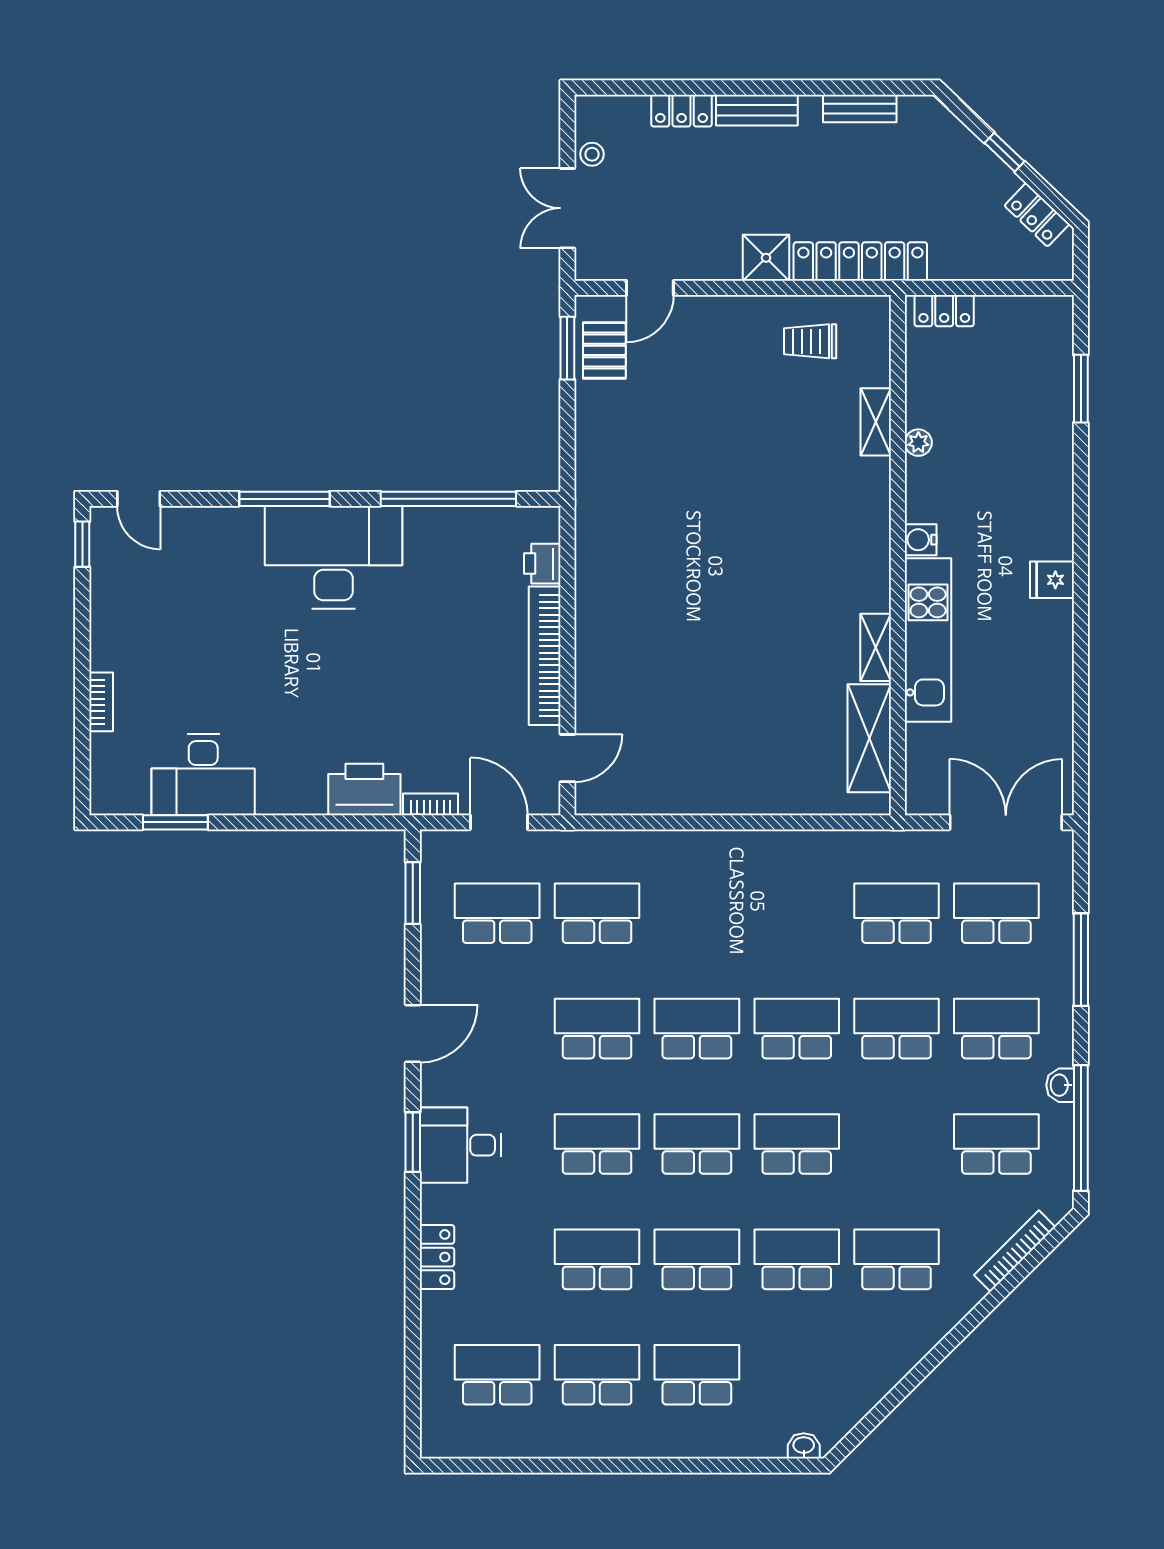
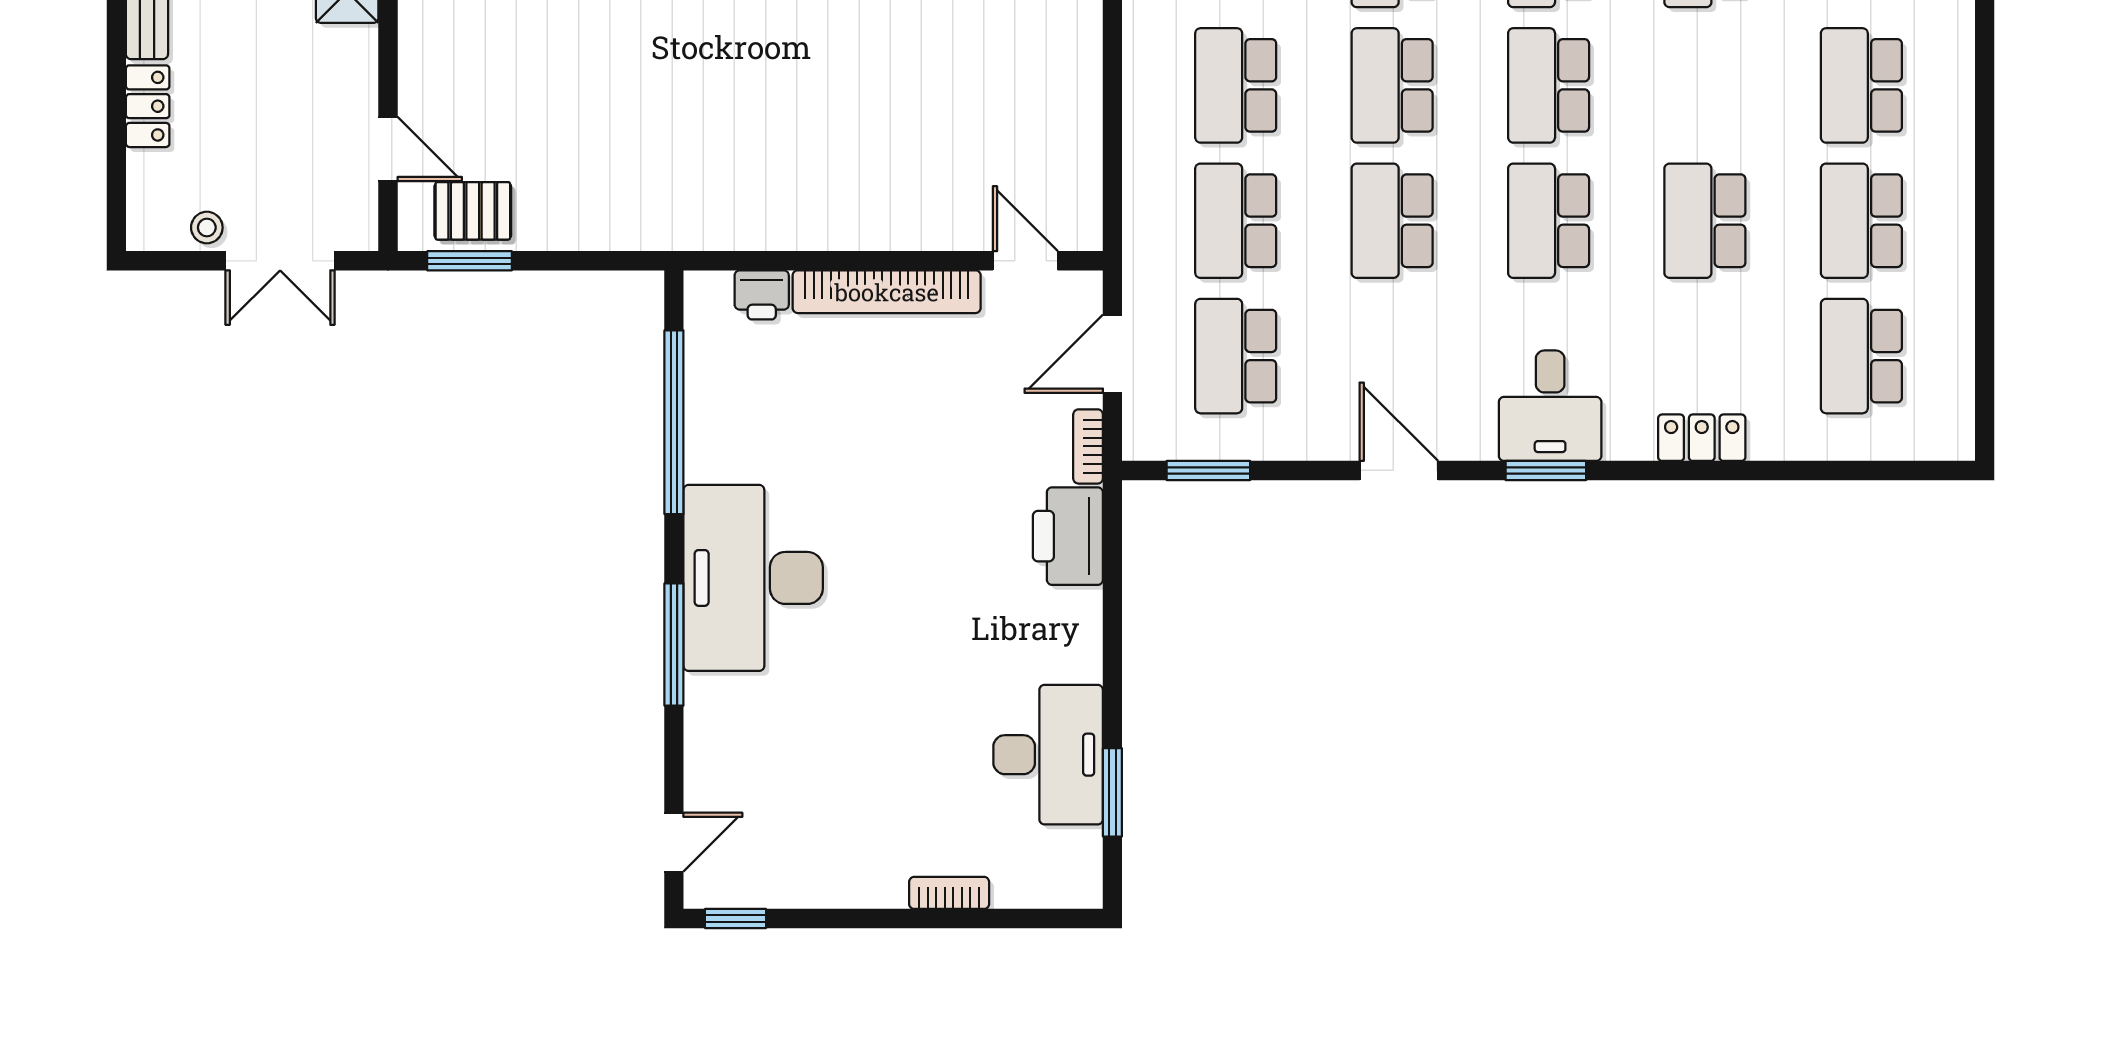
school desk: (697, 1259) -> (1236, 85), moved

